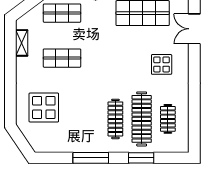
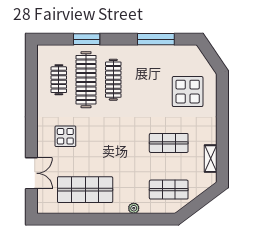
window: (91, 158) -> (156, 39), moved

